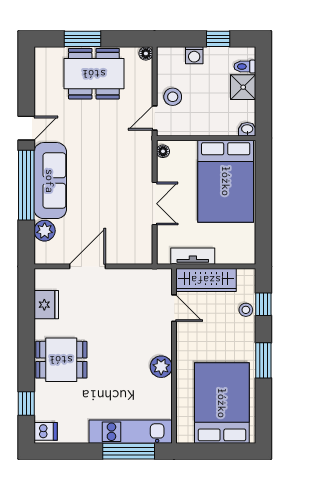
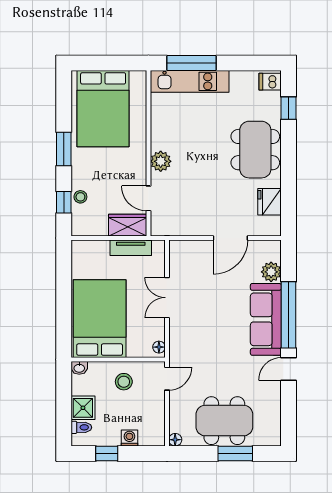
stool: (173, 97) -> (124, 382), moved
wardrobe: (206, 280) -> (128, 225), width x0.67
dining table: (61, 360) -> (255, 150), width x1.37
plant: (161, 367) -> (161, 161), moved

